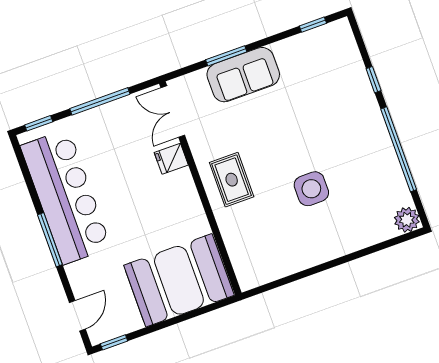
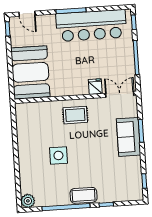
coffee table: (369, 124) -> (84, 195), added

